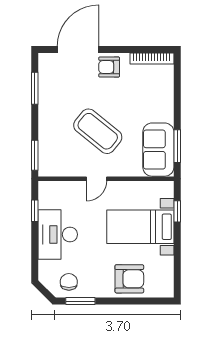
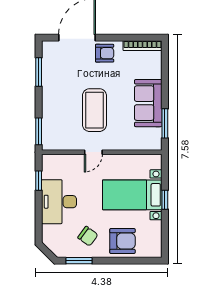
armchair: (109, 67) -> (105, 53), turned 180
coffee table: (98, 131) -> (94, 110), turned 51
sofa: (158, 150) -> (148, 103), moved
window: (177, 211) -> (165, 200), moved
chair: (69, 282) -> (88, 236), moved, turned 126

